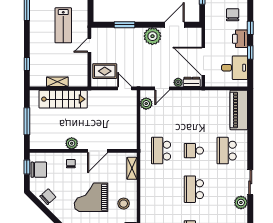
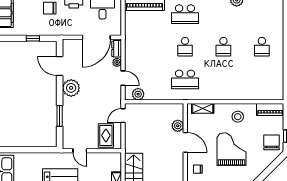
plant: (72, 143) -> (178, 126), moved
school desk: (194, 189) -> (223, 47), width x0.54
grand piano: (91, 197) -> (232, 149), turned 180

